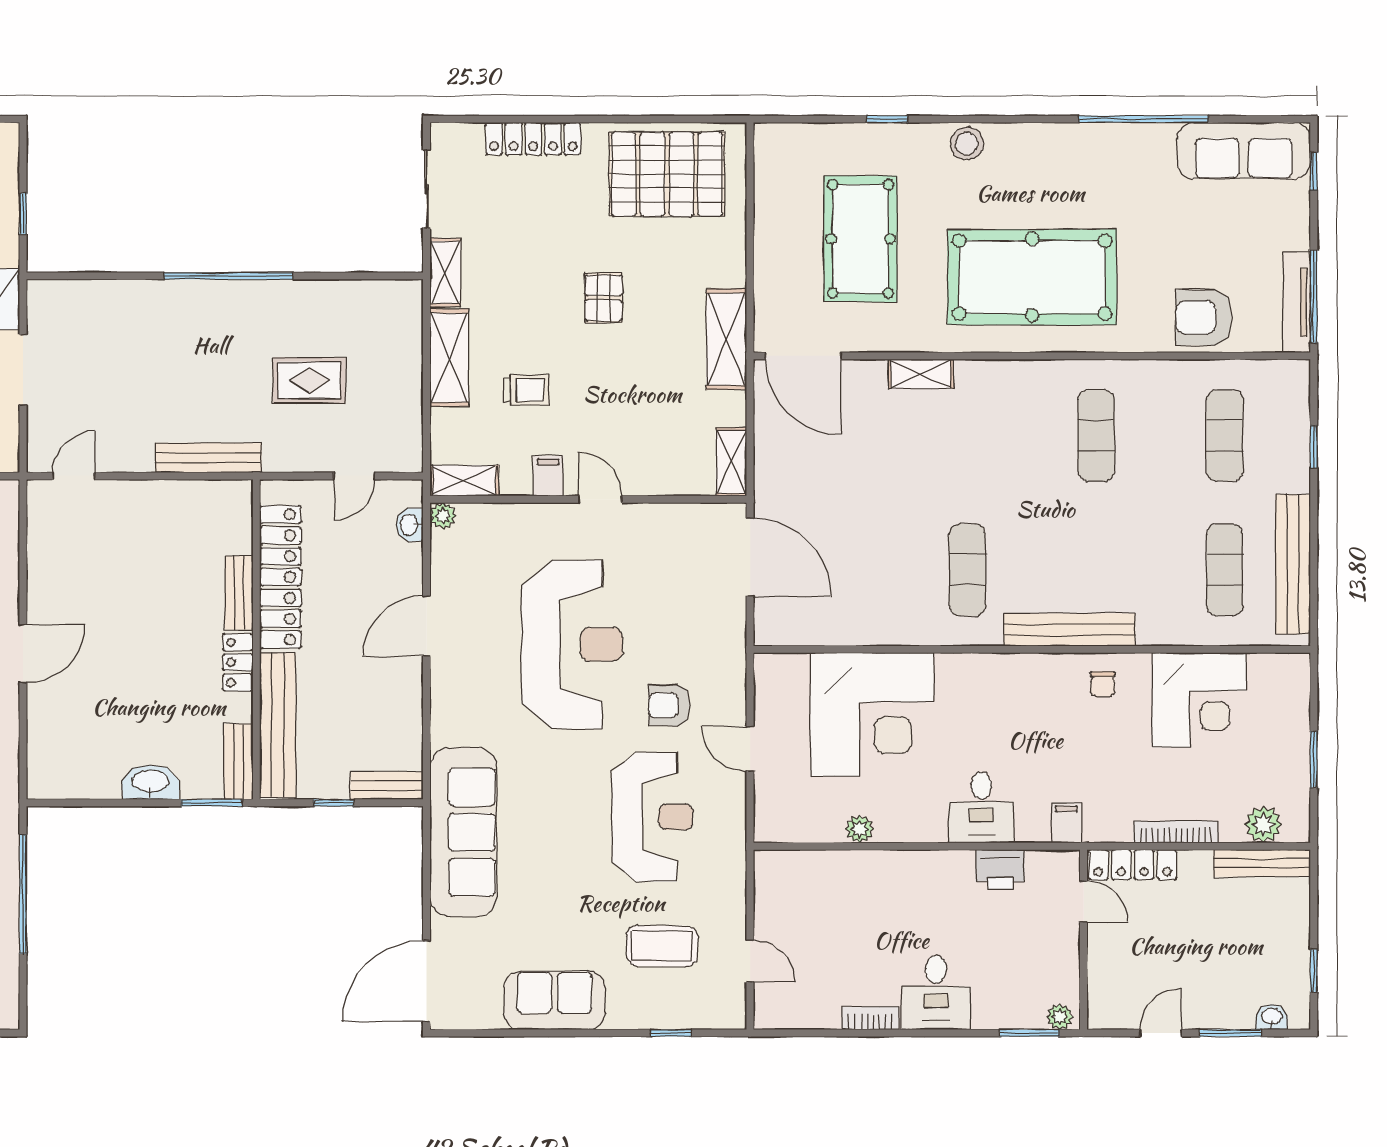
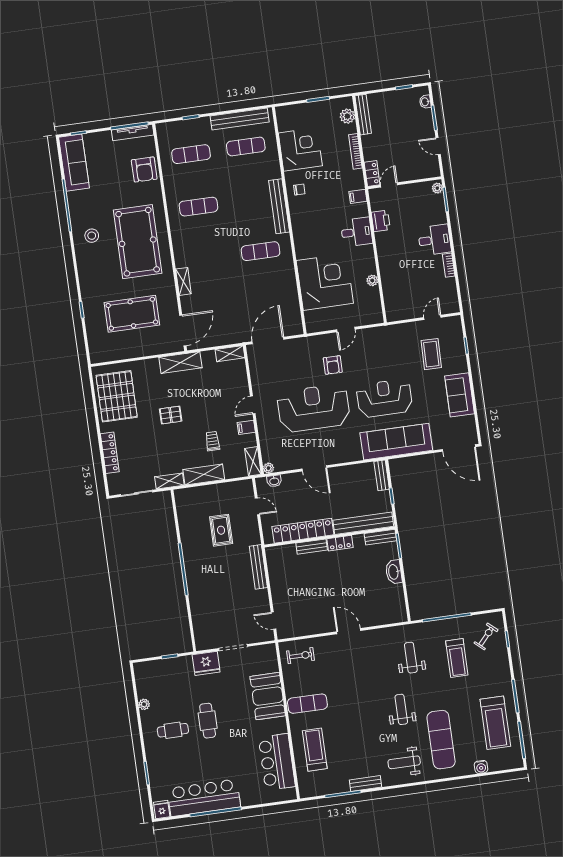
stool: (967, 144) -> (92, 236), moved
reception desk: (652, 817) -> (384, 398), moved
locker: (1133, 865) -> (372, 174), width x0.66

